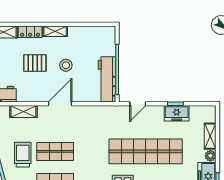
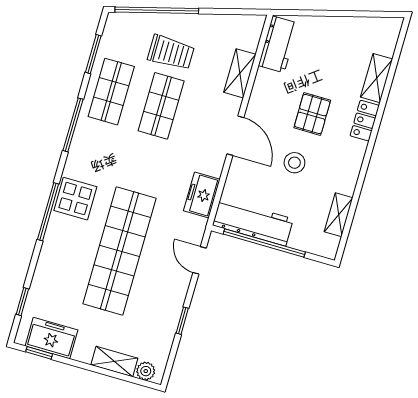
shelving: (55, 31) -> (339, 215), moved
freezer: (177, 113) -> (202, 195), moved
plant: (210, 156) -> (146, 371), moved

